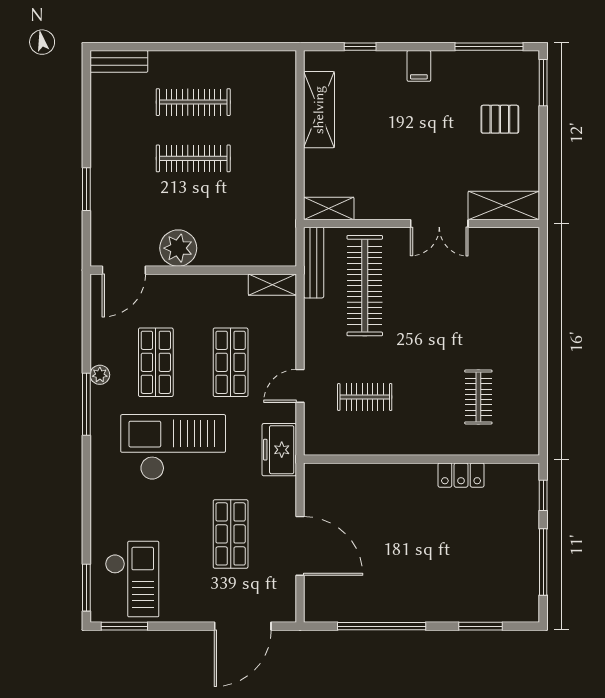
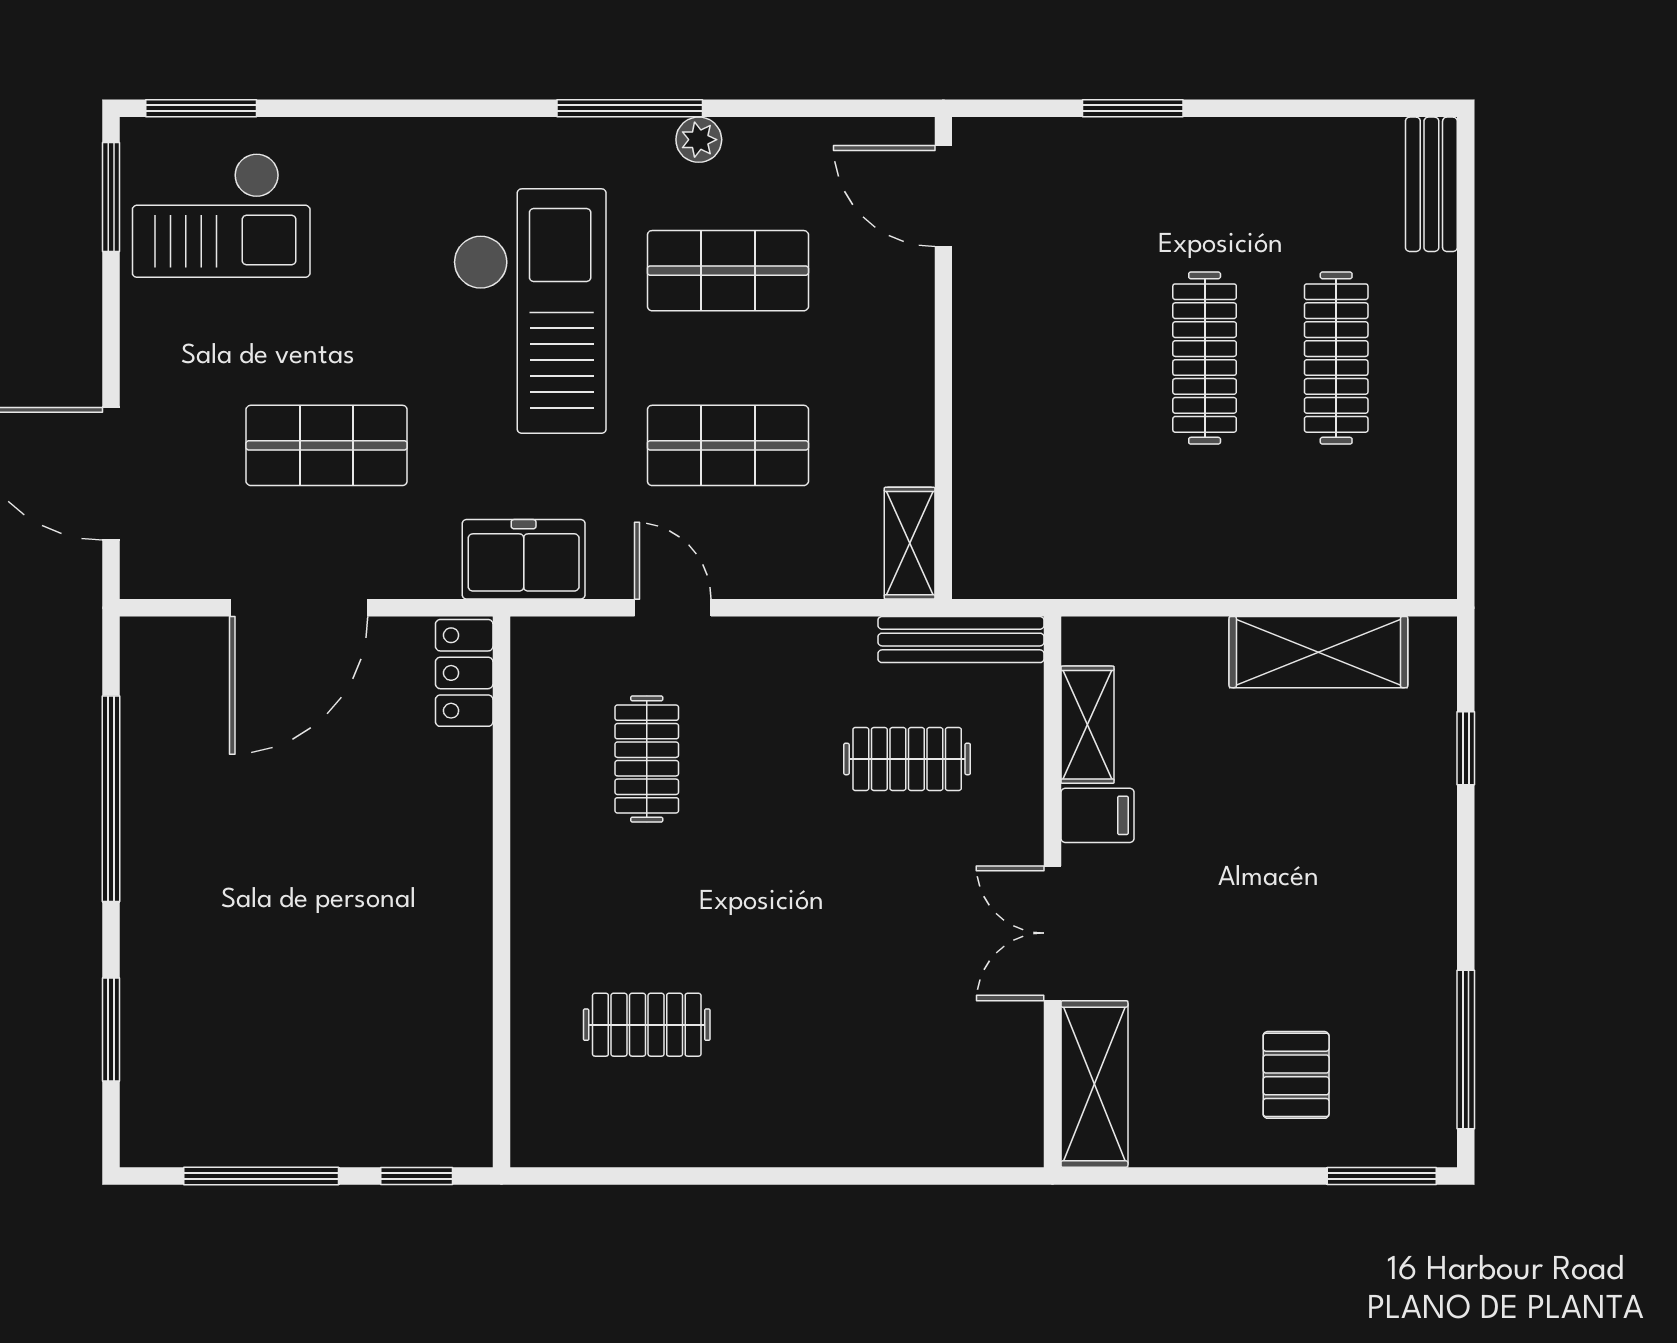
filing cabinet: (419, 66) -> (1097, 815), moved, turned 180
shelving: (329, 208) -> (1087, 725), moved
plant: (178, 248) -> (995, 323), removed
clothes rail: (365, 286) -> (907, 759), width x0.54, depth x0.76
locker: (461, 475) -> (464, 673), moved

